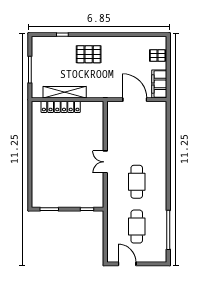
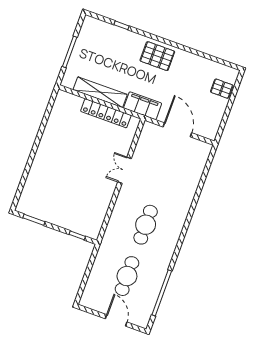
pallet: (89, 54) -> (157, 56), moved
filing cabinet: (159, 84) -> (143, 106), moved, turned 90
locker: (61, 107) -> (106, 113), moved
double door: (105, 162) -> (124, 170), moved
door: (127, 264) -> (116, 320), moved

